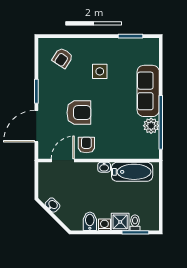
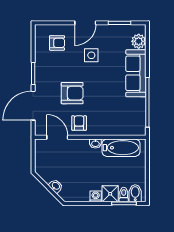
door: (93, 36) -> (85, 23), added
armchair: (62, 58) -> (57, 43), turned -123
plant: (151, 126) -> (139, 41), moved
door: (63, 160) -> (57, 137), hinge flipped
washbasin: (53, 205) -> (56, 186), moved
bidet: (90, 221) -> (135, 193), moved

